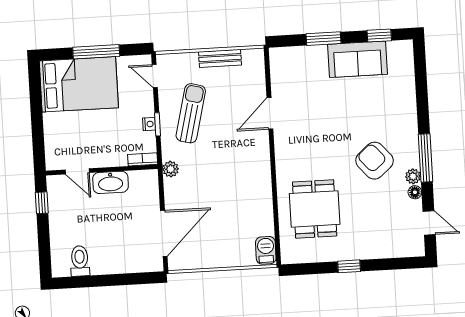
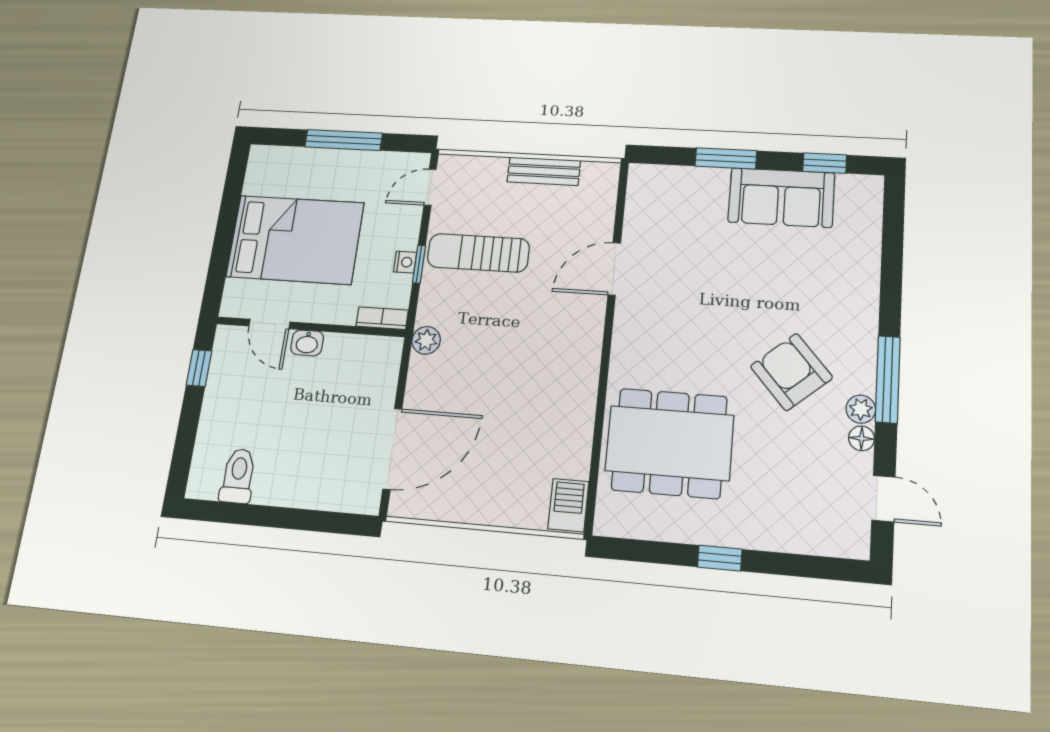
door: (155, 76) -> (430, 187), hinge flipped
bed: (79, 84) -> (295, 240), moved
sun lounger: (191, 113) -> (478, 253), turned -104
washbasin: (111, 182) -> (307, 343), width x0.52, depth x0.69
dining table: (315, 209) -> (669, 443), width x1.38

